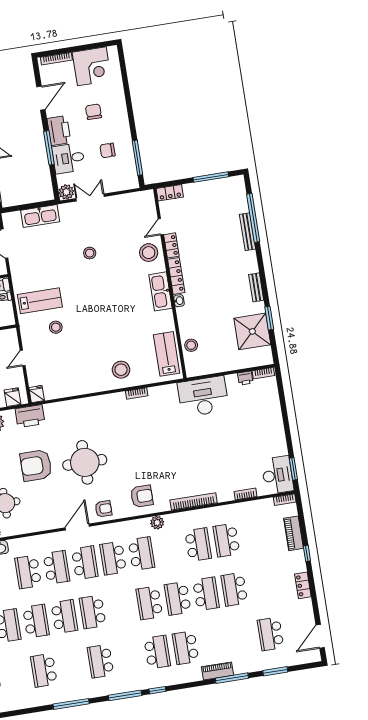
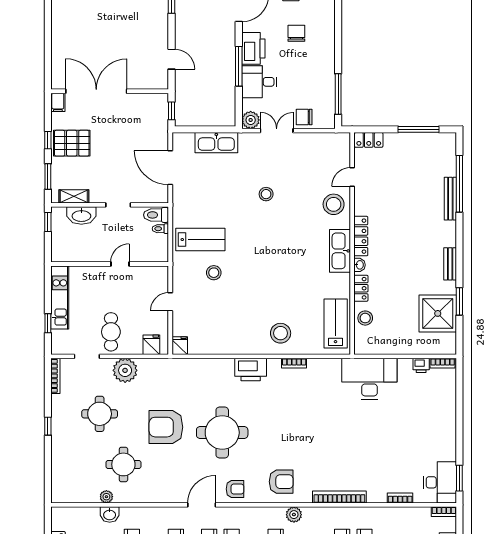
chair: (108, 150) -> (304, 117), moved
locker: (171, 245) -> (361, 288), moved
printer: (30, 416) -> (251, 370), moved

